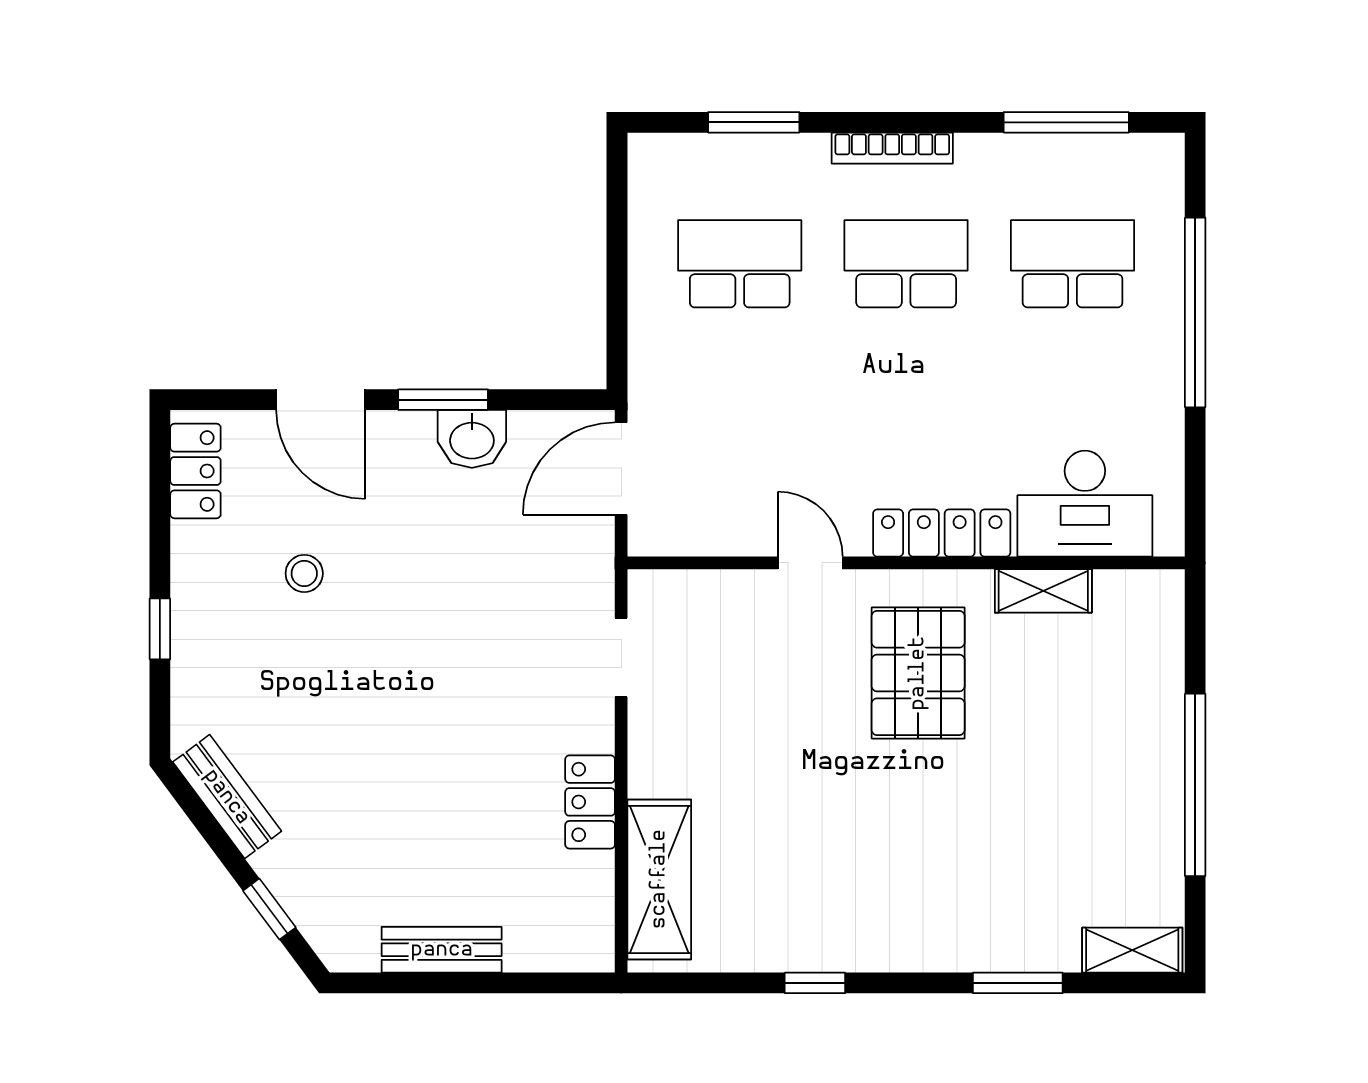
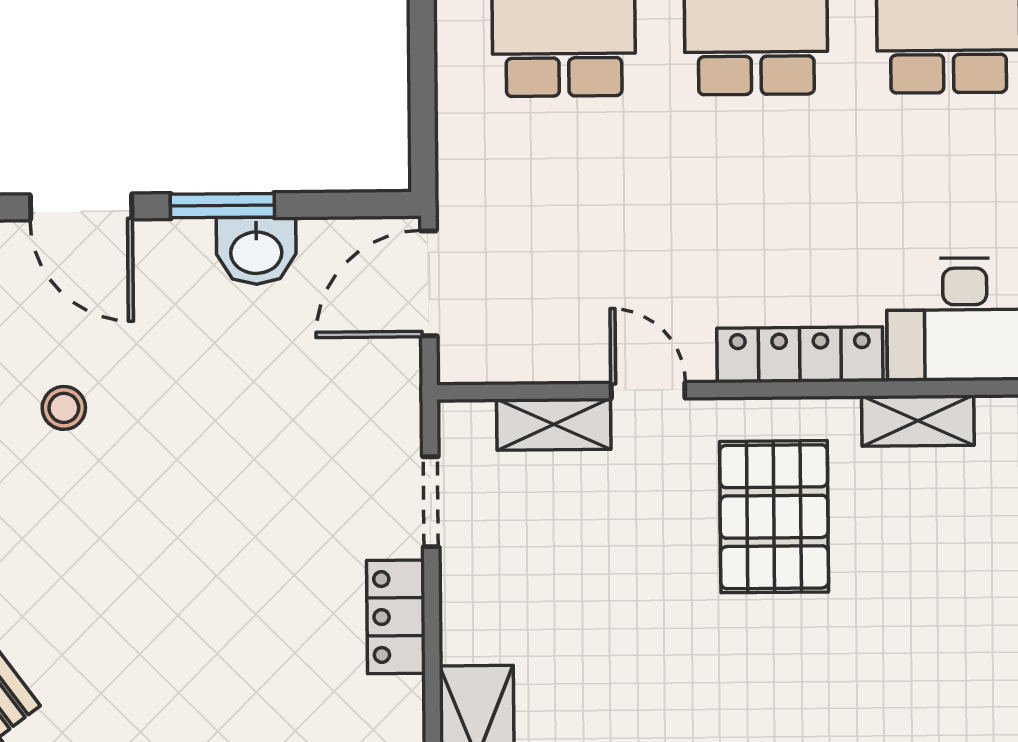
shelving: (728, 591) -> (554, 424), added
locker: (590, 802) -> (396, 617), moved

